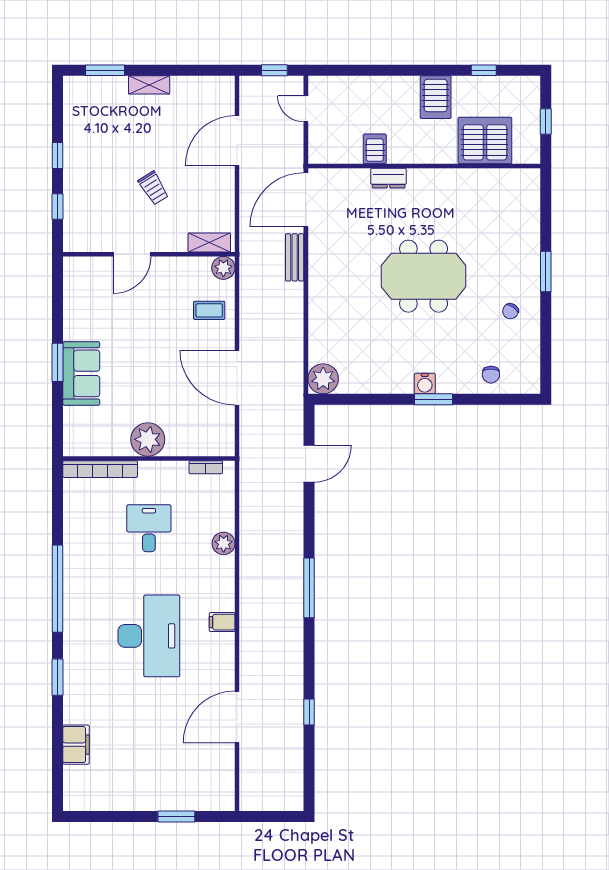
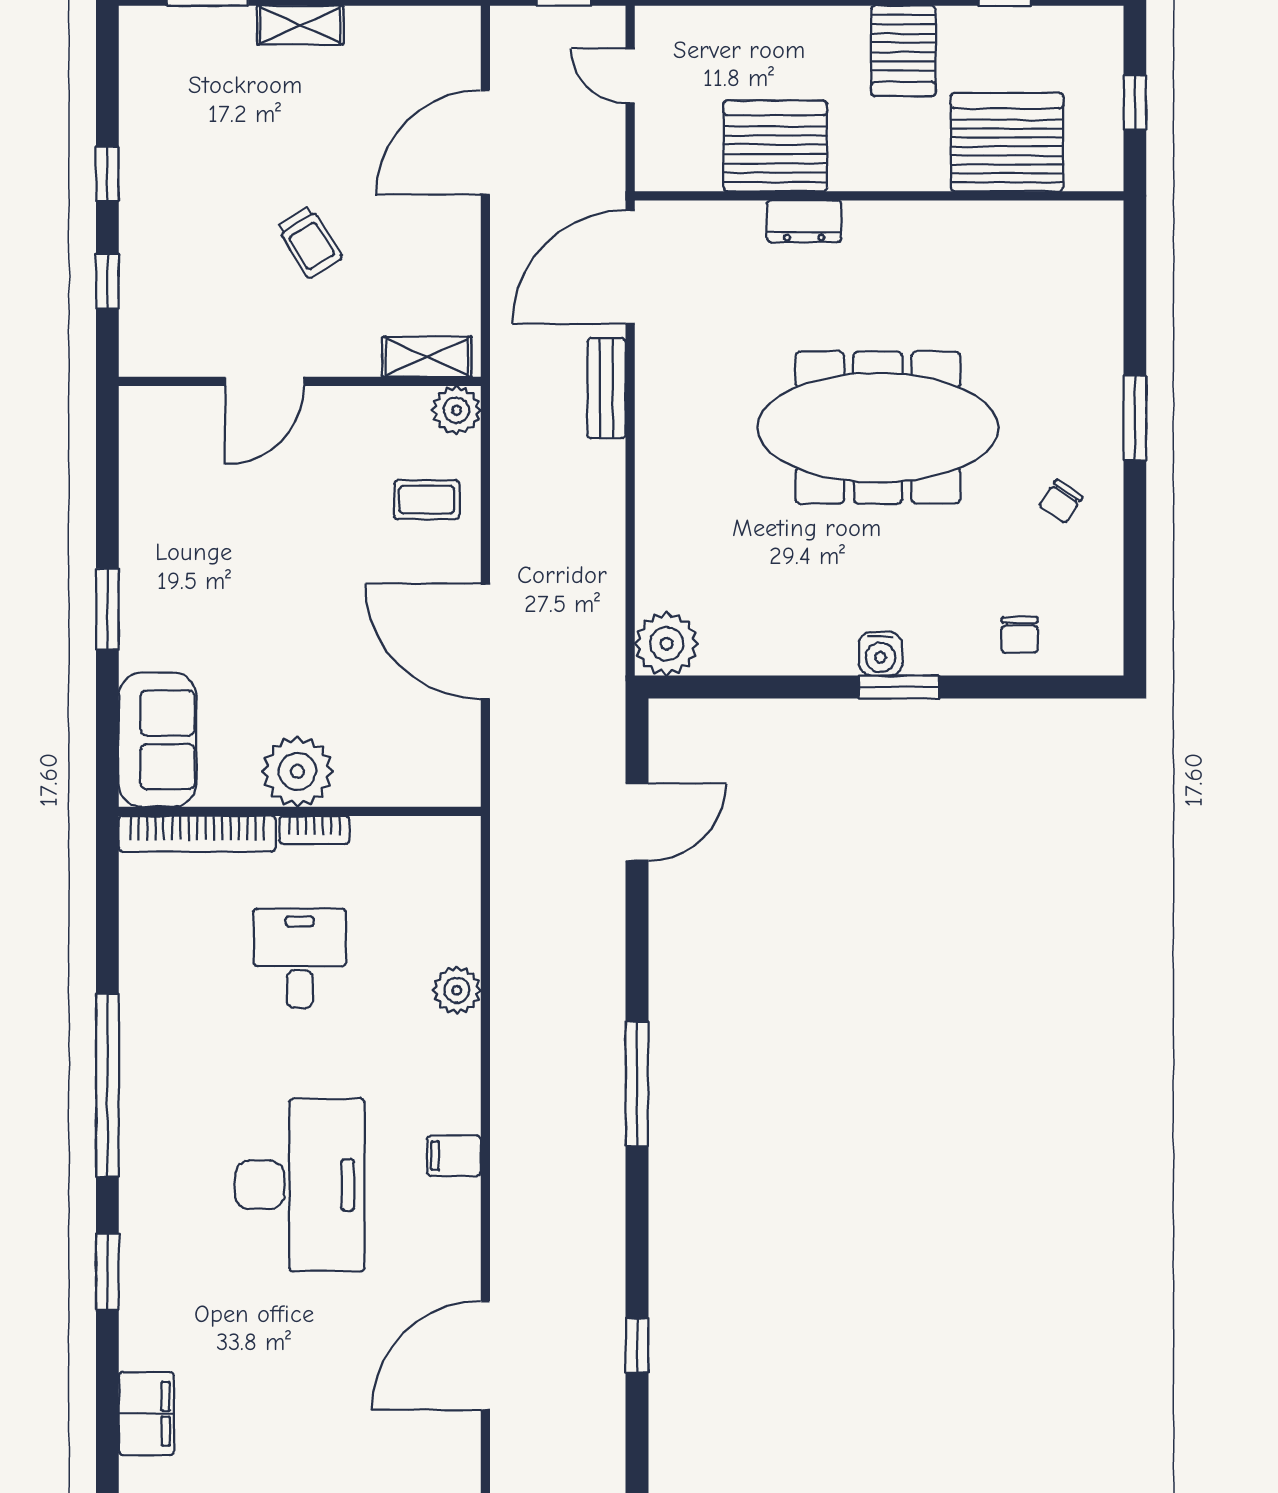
server rack: (375, 149) -> (775, 146), width x2.18, depth x1.44
meeting table: (424, 276) -> (878, 428), width x1.36
sofa: (81, 373) -> (157, 740), moved
bookcase: (206, 467) -> (314, 830), moved

